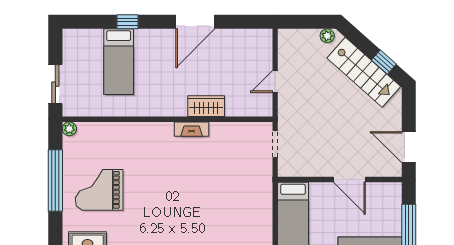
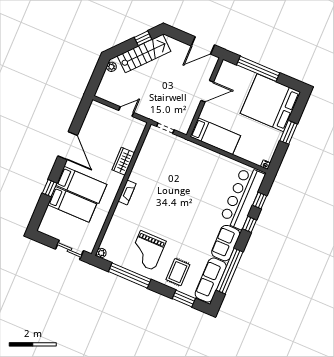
bed: (150, 63) -> (81, 185), added
door: (275, 81) -> (126, 112), swing flipped
fireplace: (192, 129) -> (127, 192), moved

